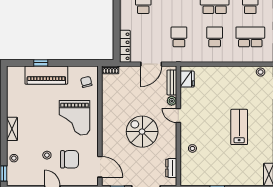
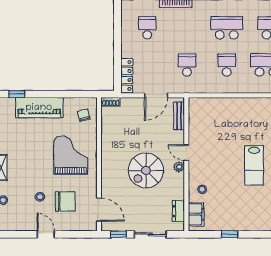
window: (41, 63) -> (17, 94), moved
fridge: (187, 79) -> (196, 112), removed
plant: (172, 101) -> (179, 167), moved
grand piano: (75, 118) -> (71, 155), turned 180
lab bench: (239, 127) -> (254, 165), turned 180
spiral stairs: (142, 132) -> (146, 170), turned -90
filing cabinet: (187, 171) -> (196, 214), added

